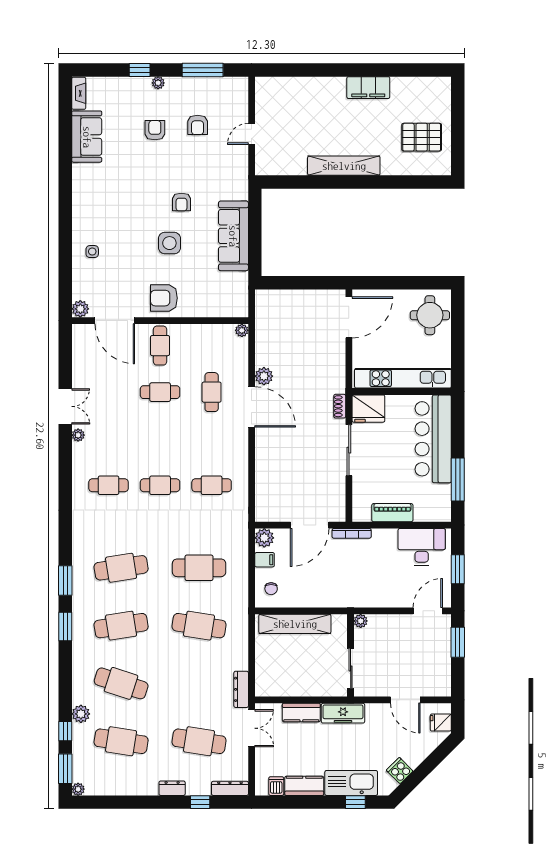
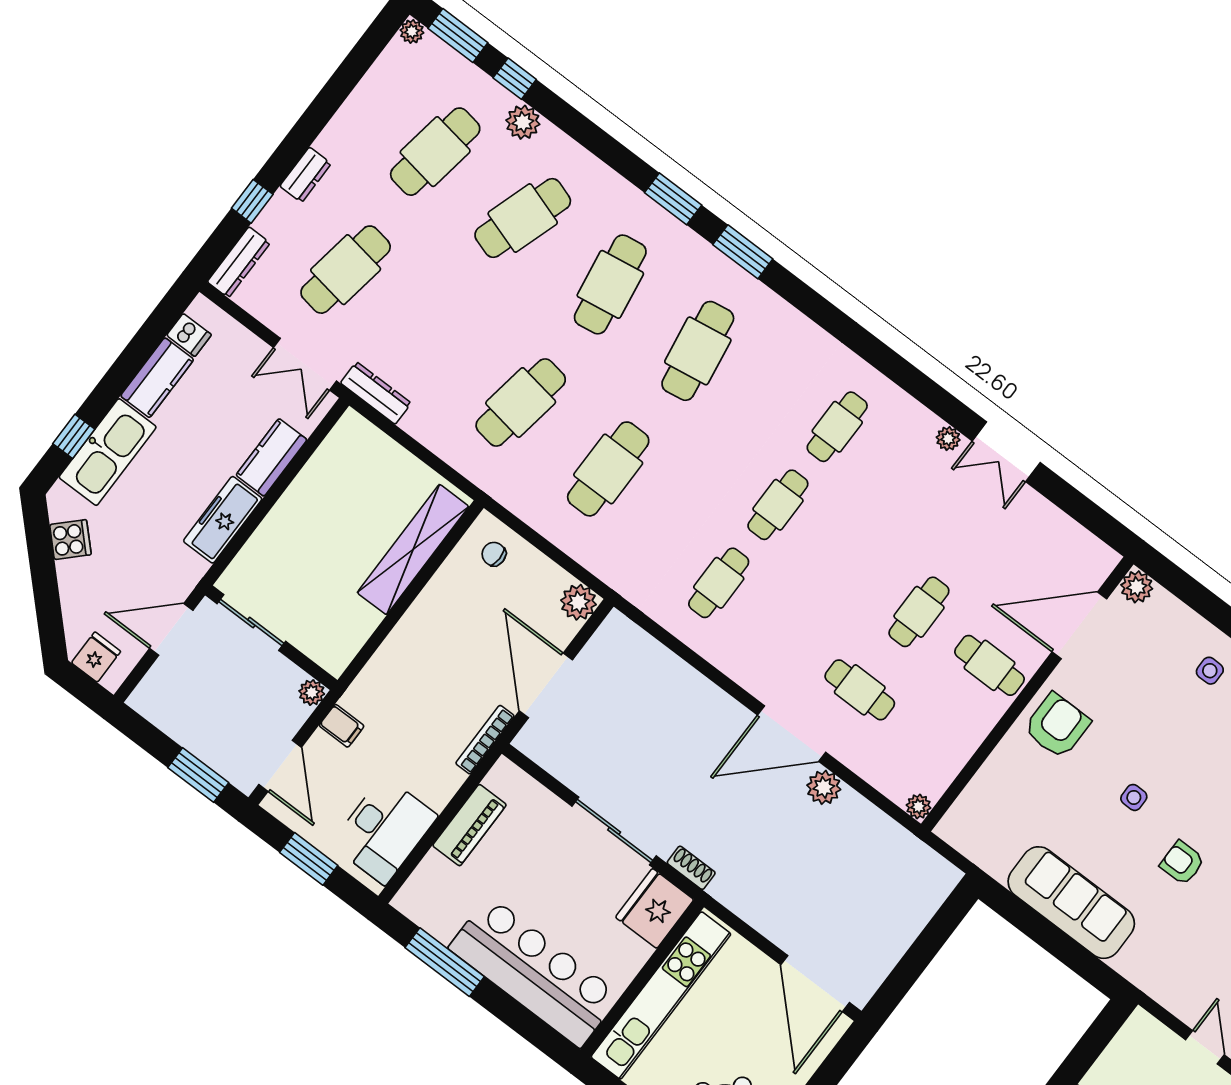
side table: (169, 243) -> (1134, 797), width x0.54, depth x0.54
filing cabinet: (265, 560) -> (342, 726), moved, turned -90
plant: (361, 621) -> (312, 692), moved
wall: (351, 655) -> (271, 638), moved
sliding door: (351, 668) -> (251, 623), moved

